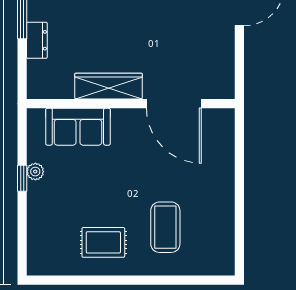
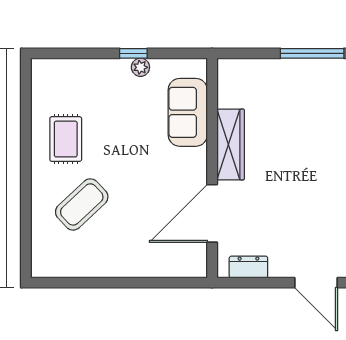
dresser: (37, 40) -> (248, 267), moved, turned 180
coffee table: (165, 227) -> (82, 204), turned -43

